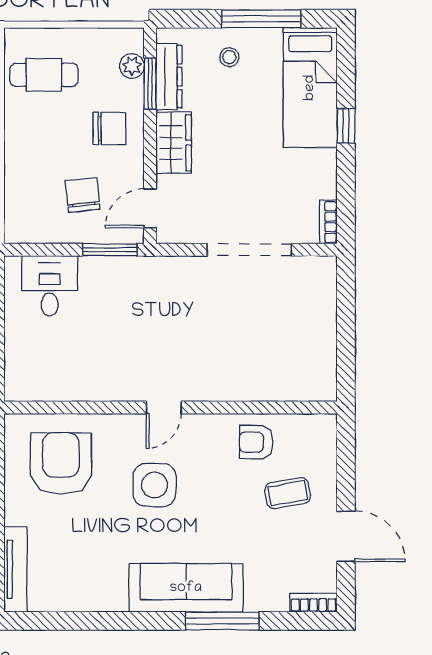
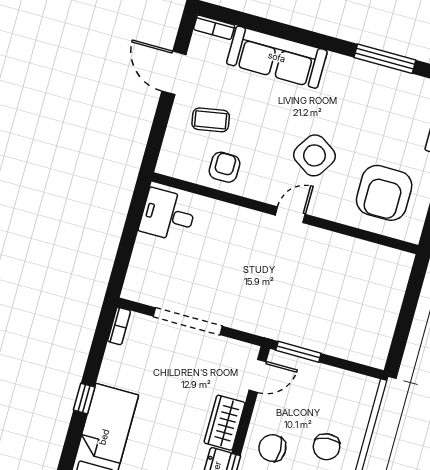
chair: (83, 195) -> (327, 447), moved
desk: (50, 286) -> (168, 215), moved, turned 90
armchair: (256, 442) -> (225, 167), turned -90
side table: (154, 485) -> (314, 155), turned 32
sofa: (186, 588) -> (277, 57), moved
window: (222, 621) -> (385, 59), moved

